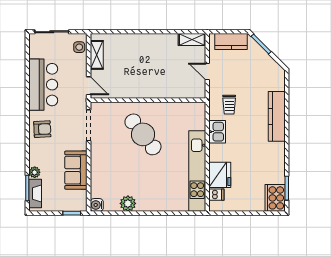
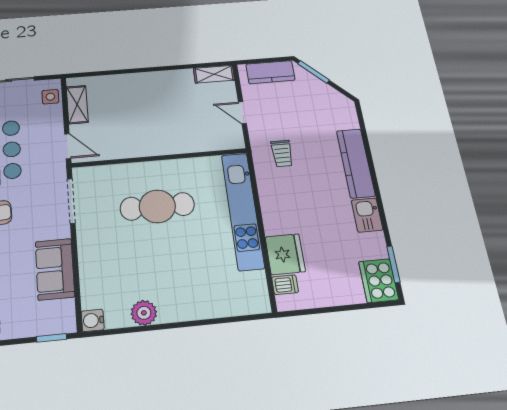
kitchen sink: (217, 132) -> (367, 215), moved, turned 180
cafe table: (143, 134) -> (157, 206), turned -52
kitchen unit: (197, 171) -> (243, 211), moved

